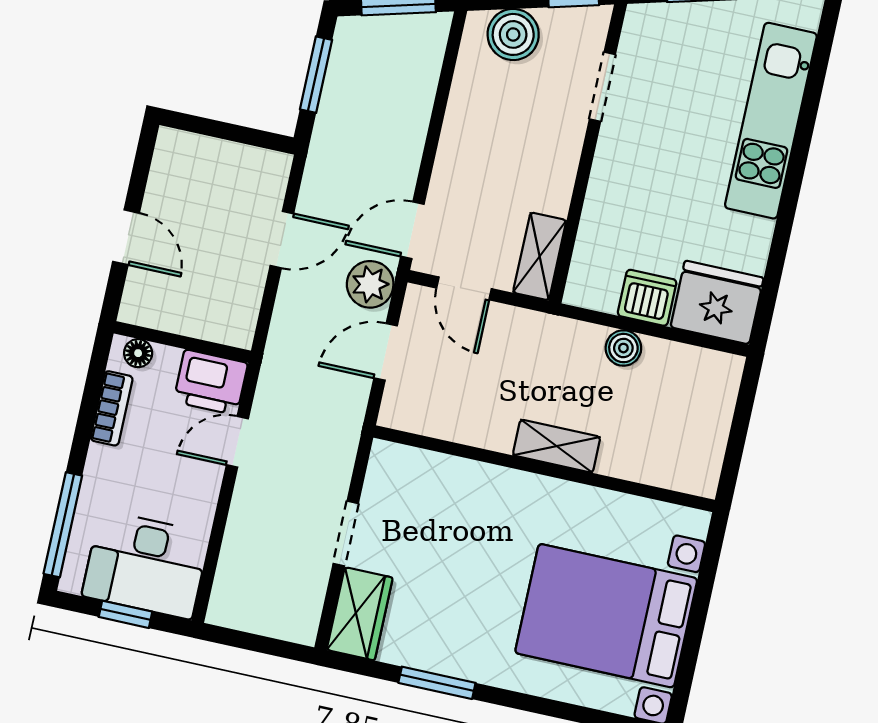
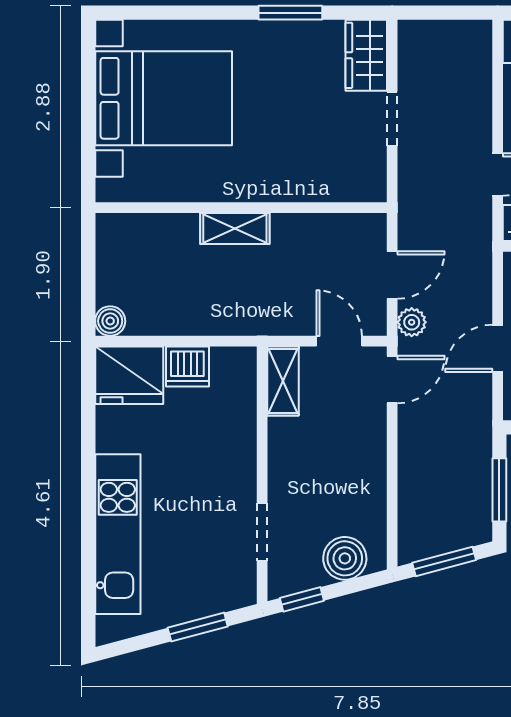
plant: (370, 284) -> (412, 322), width x0.73, depth x0.73
boiler: (623, 348) -> (110, 321), moved

